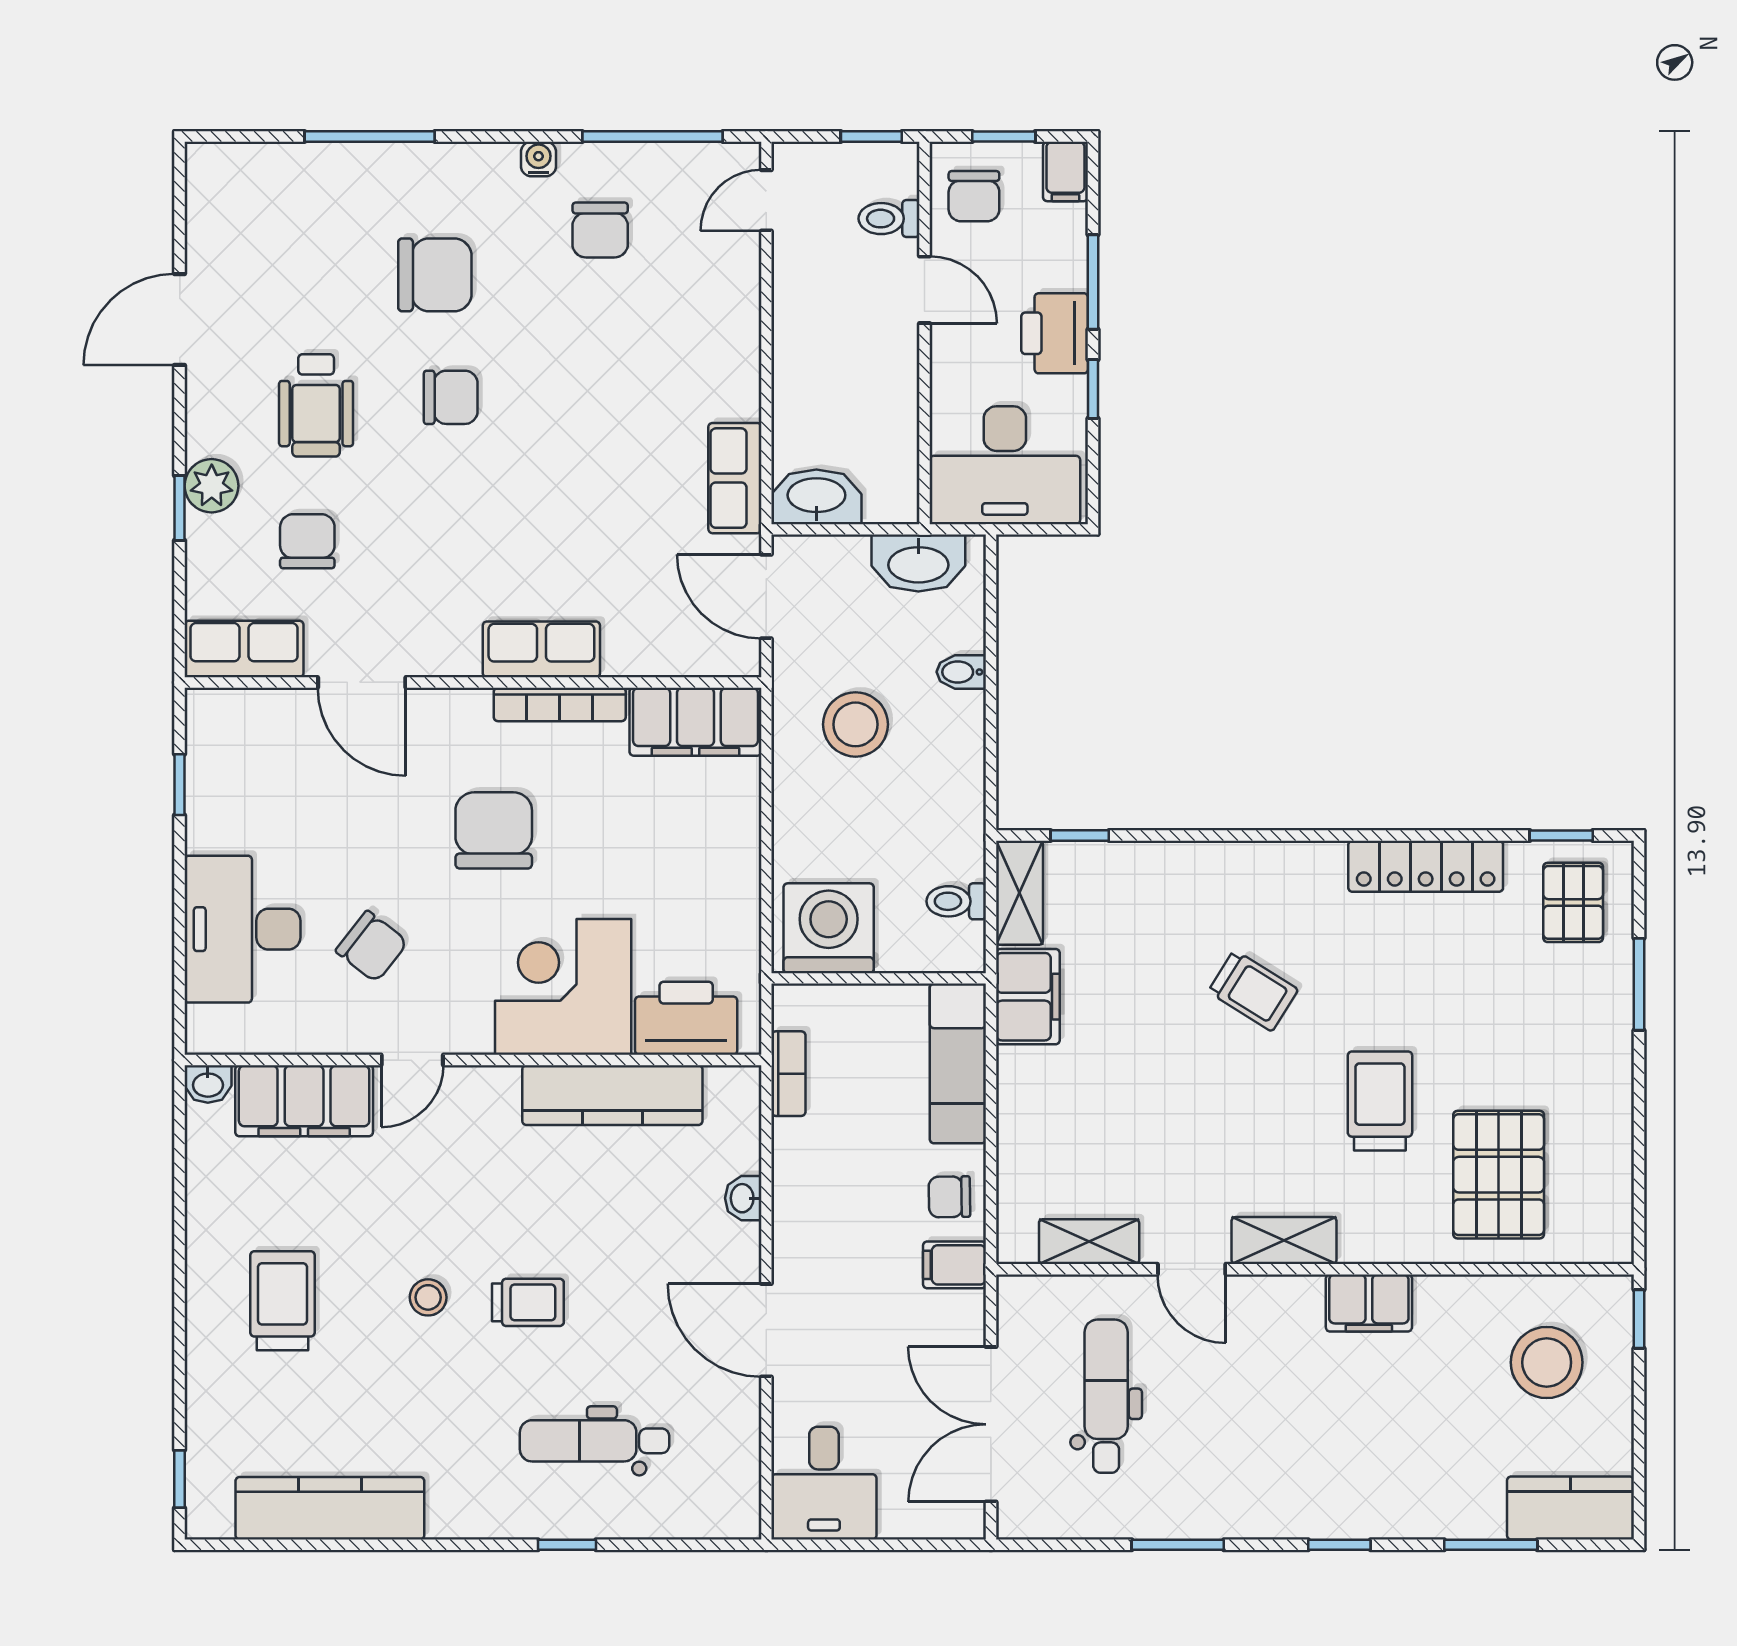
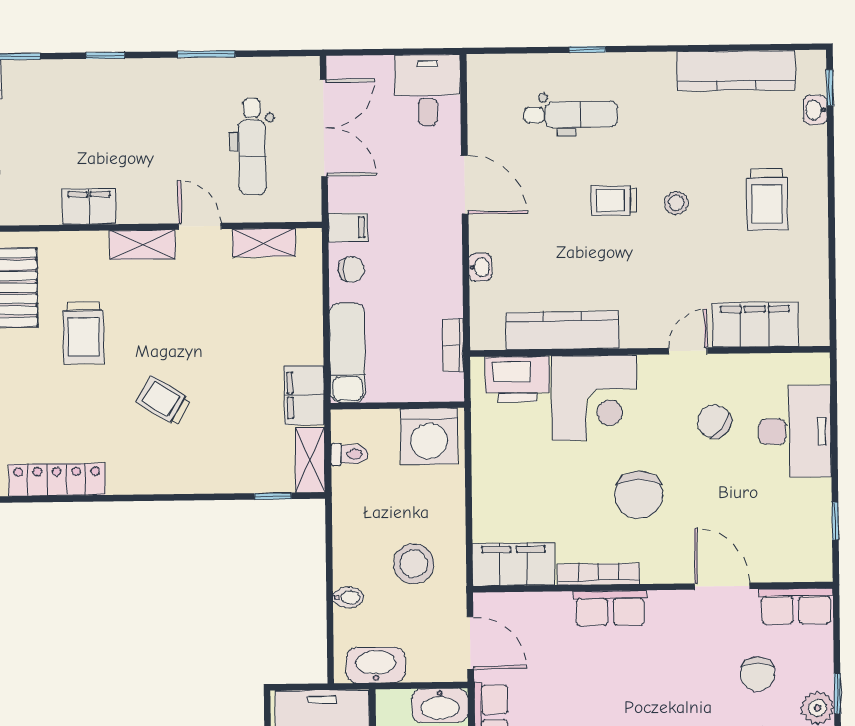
washbasin: (208, 1084) -> (815, 110), moved, turned -90

